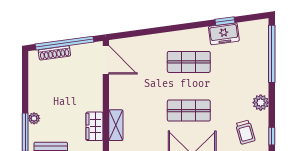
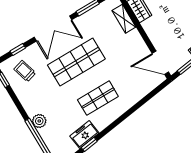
plant: (261, 103) -> (39, 121), moved
shop shelf: (189, 111) -> (76, 62), width x1.43, depth x1.36

